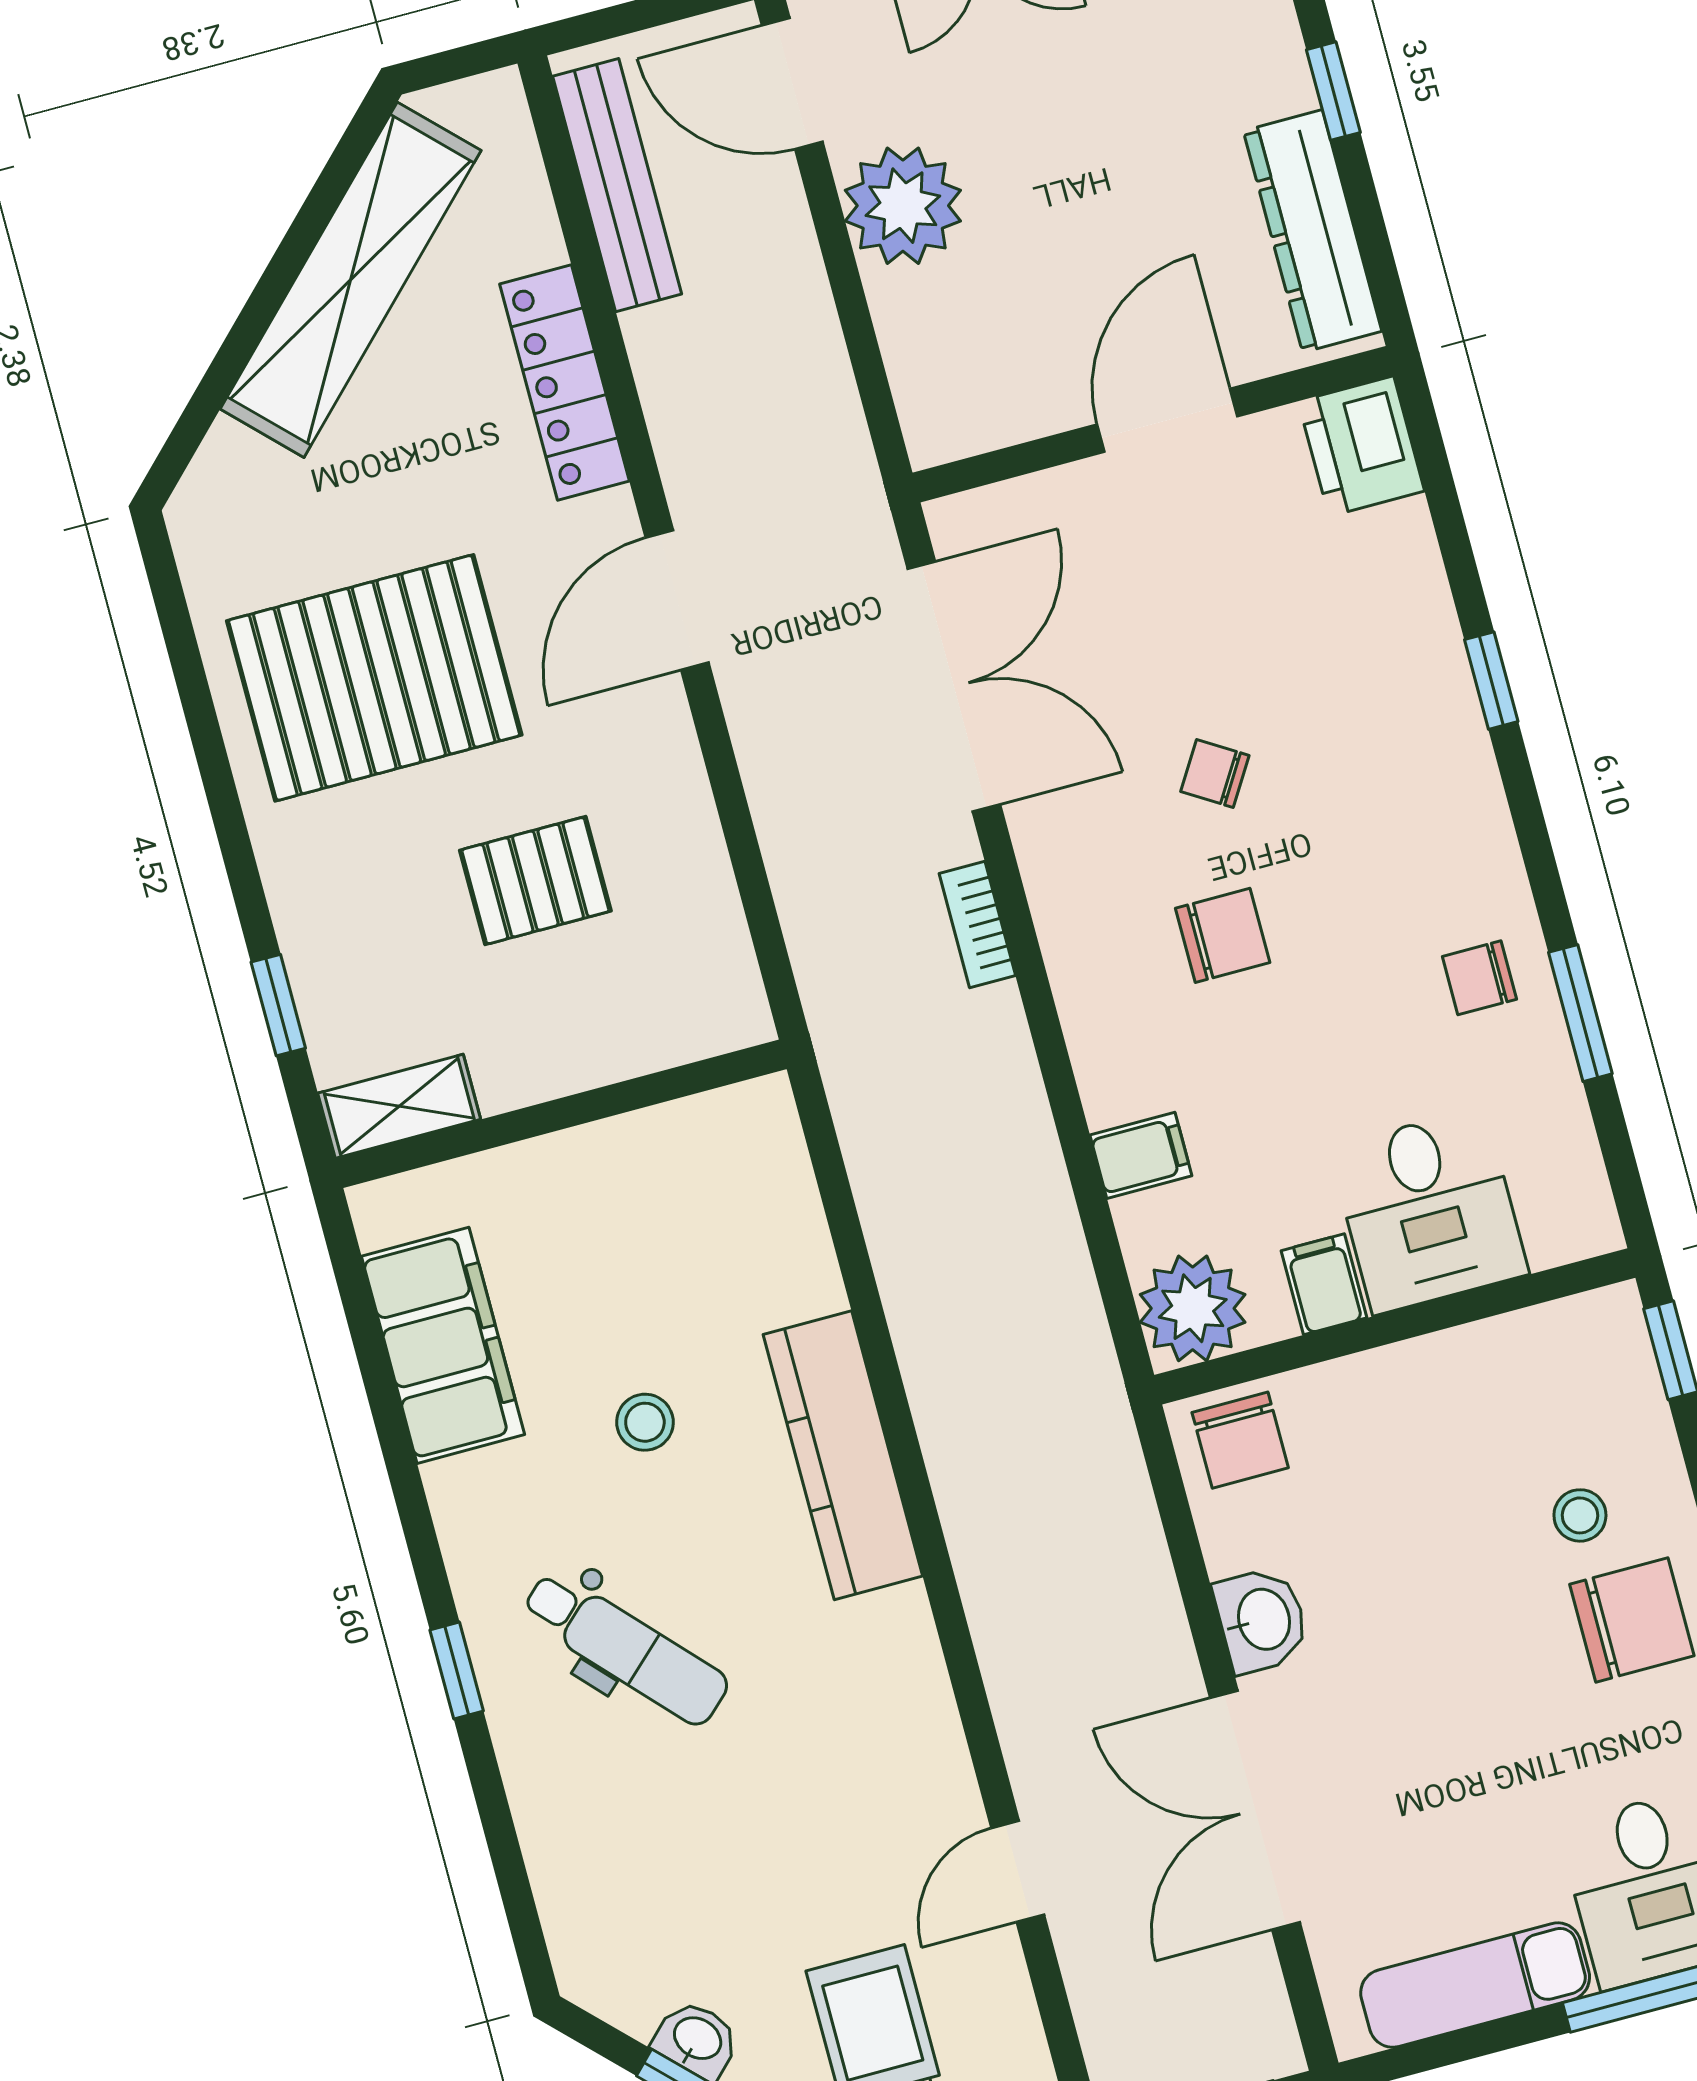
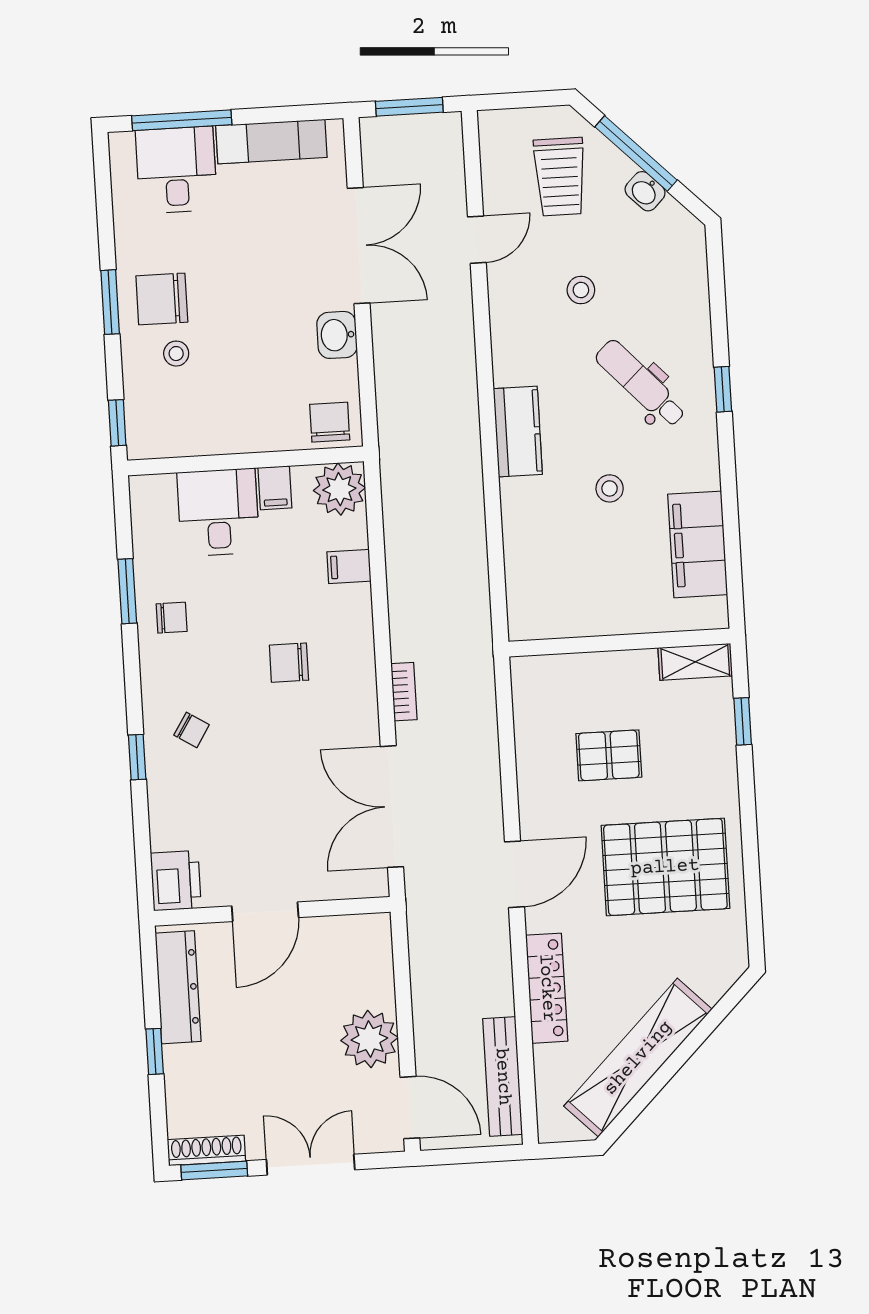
chair: (1215, 773) -> (192, 730), moved
kitchen counter: (843, 1455) -> (518, 432), width x0.67
stool: (786, 1813) -> (581, 290), added

